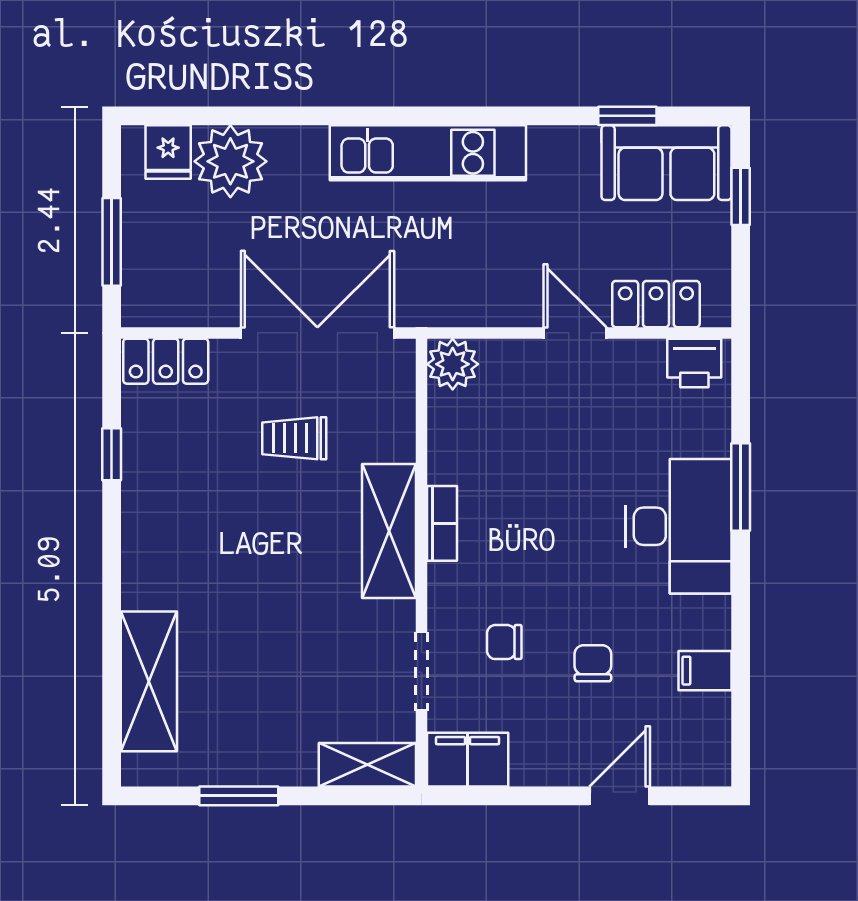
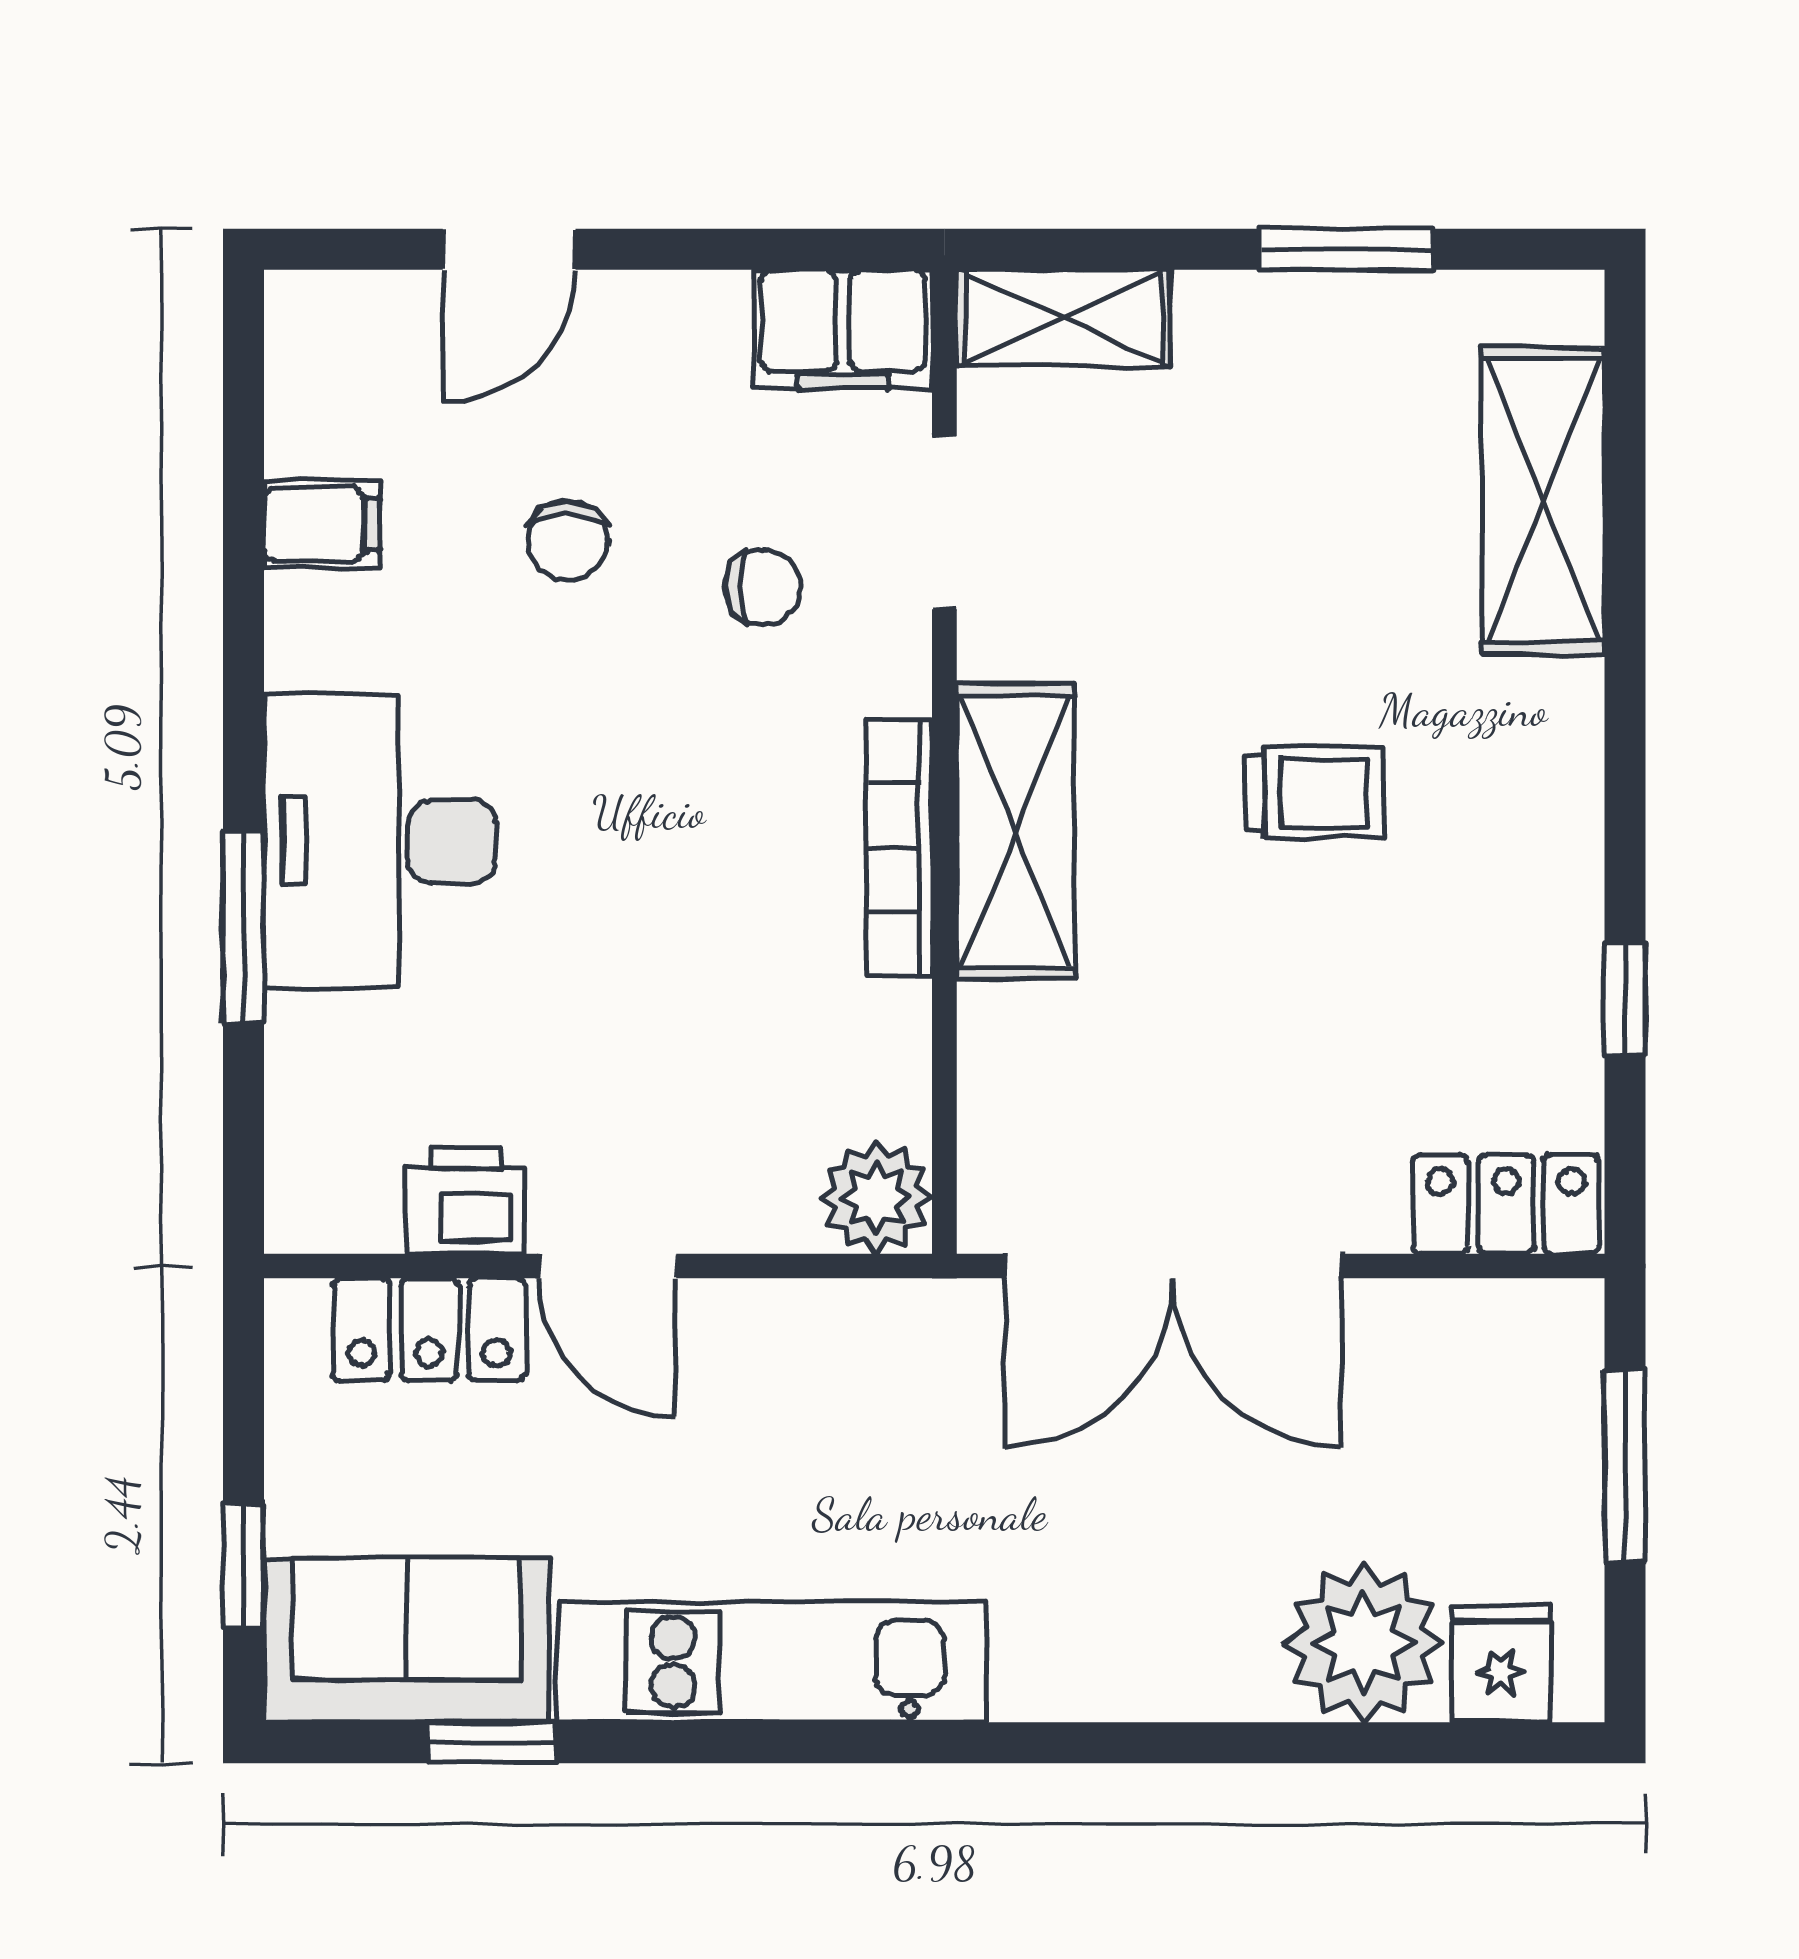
kitchen unit: (428, 153) -> (772, 1662), moved
printer: (694, 363) -> (465, 1200), moved
trolley: (294, 438) -> (1314, 793), moved
bookcase: (442, 523) -> (899, 848), width x1.56

